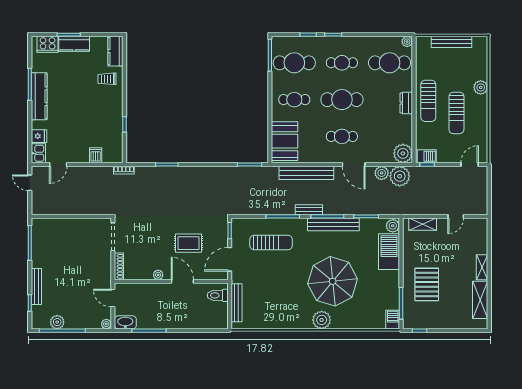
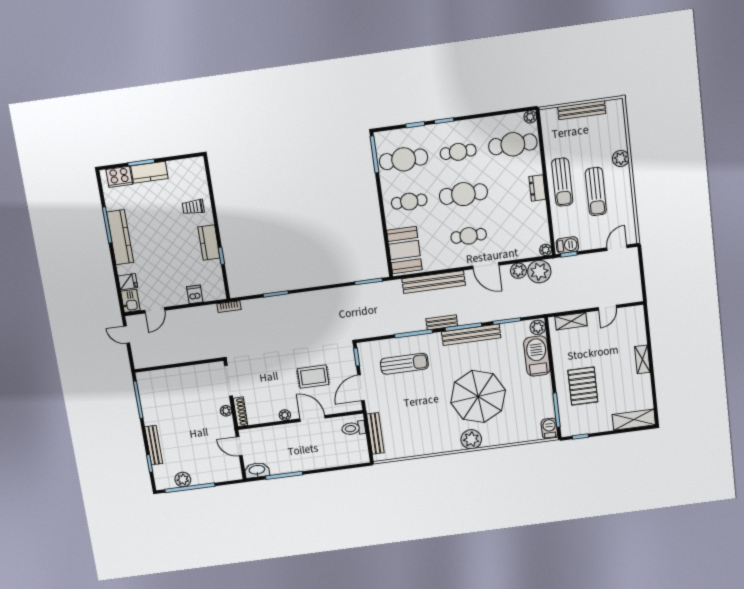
kitchen counter: (116, 51) -> (209, 243), moved
plant: (403, 153) -> (546, 250), width x0.53, depth x0.53
shelving: (480, 300) -> (634, 420), moved, turned 90
plant: (106, 324) -> (226, 411), moved

